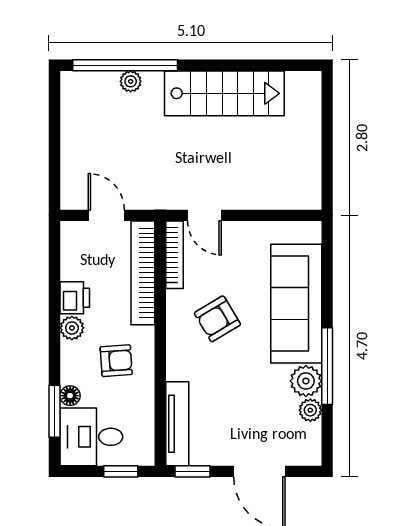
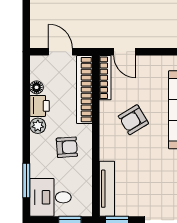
floor lamp: (70, 396) -> (37, 87), moved

